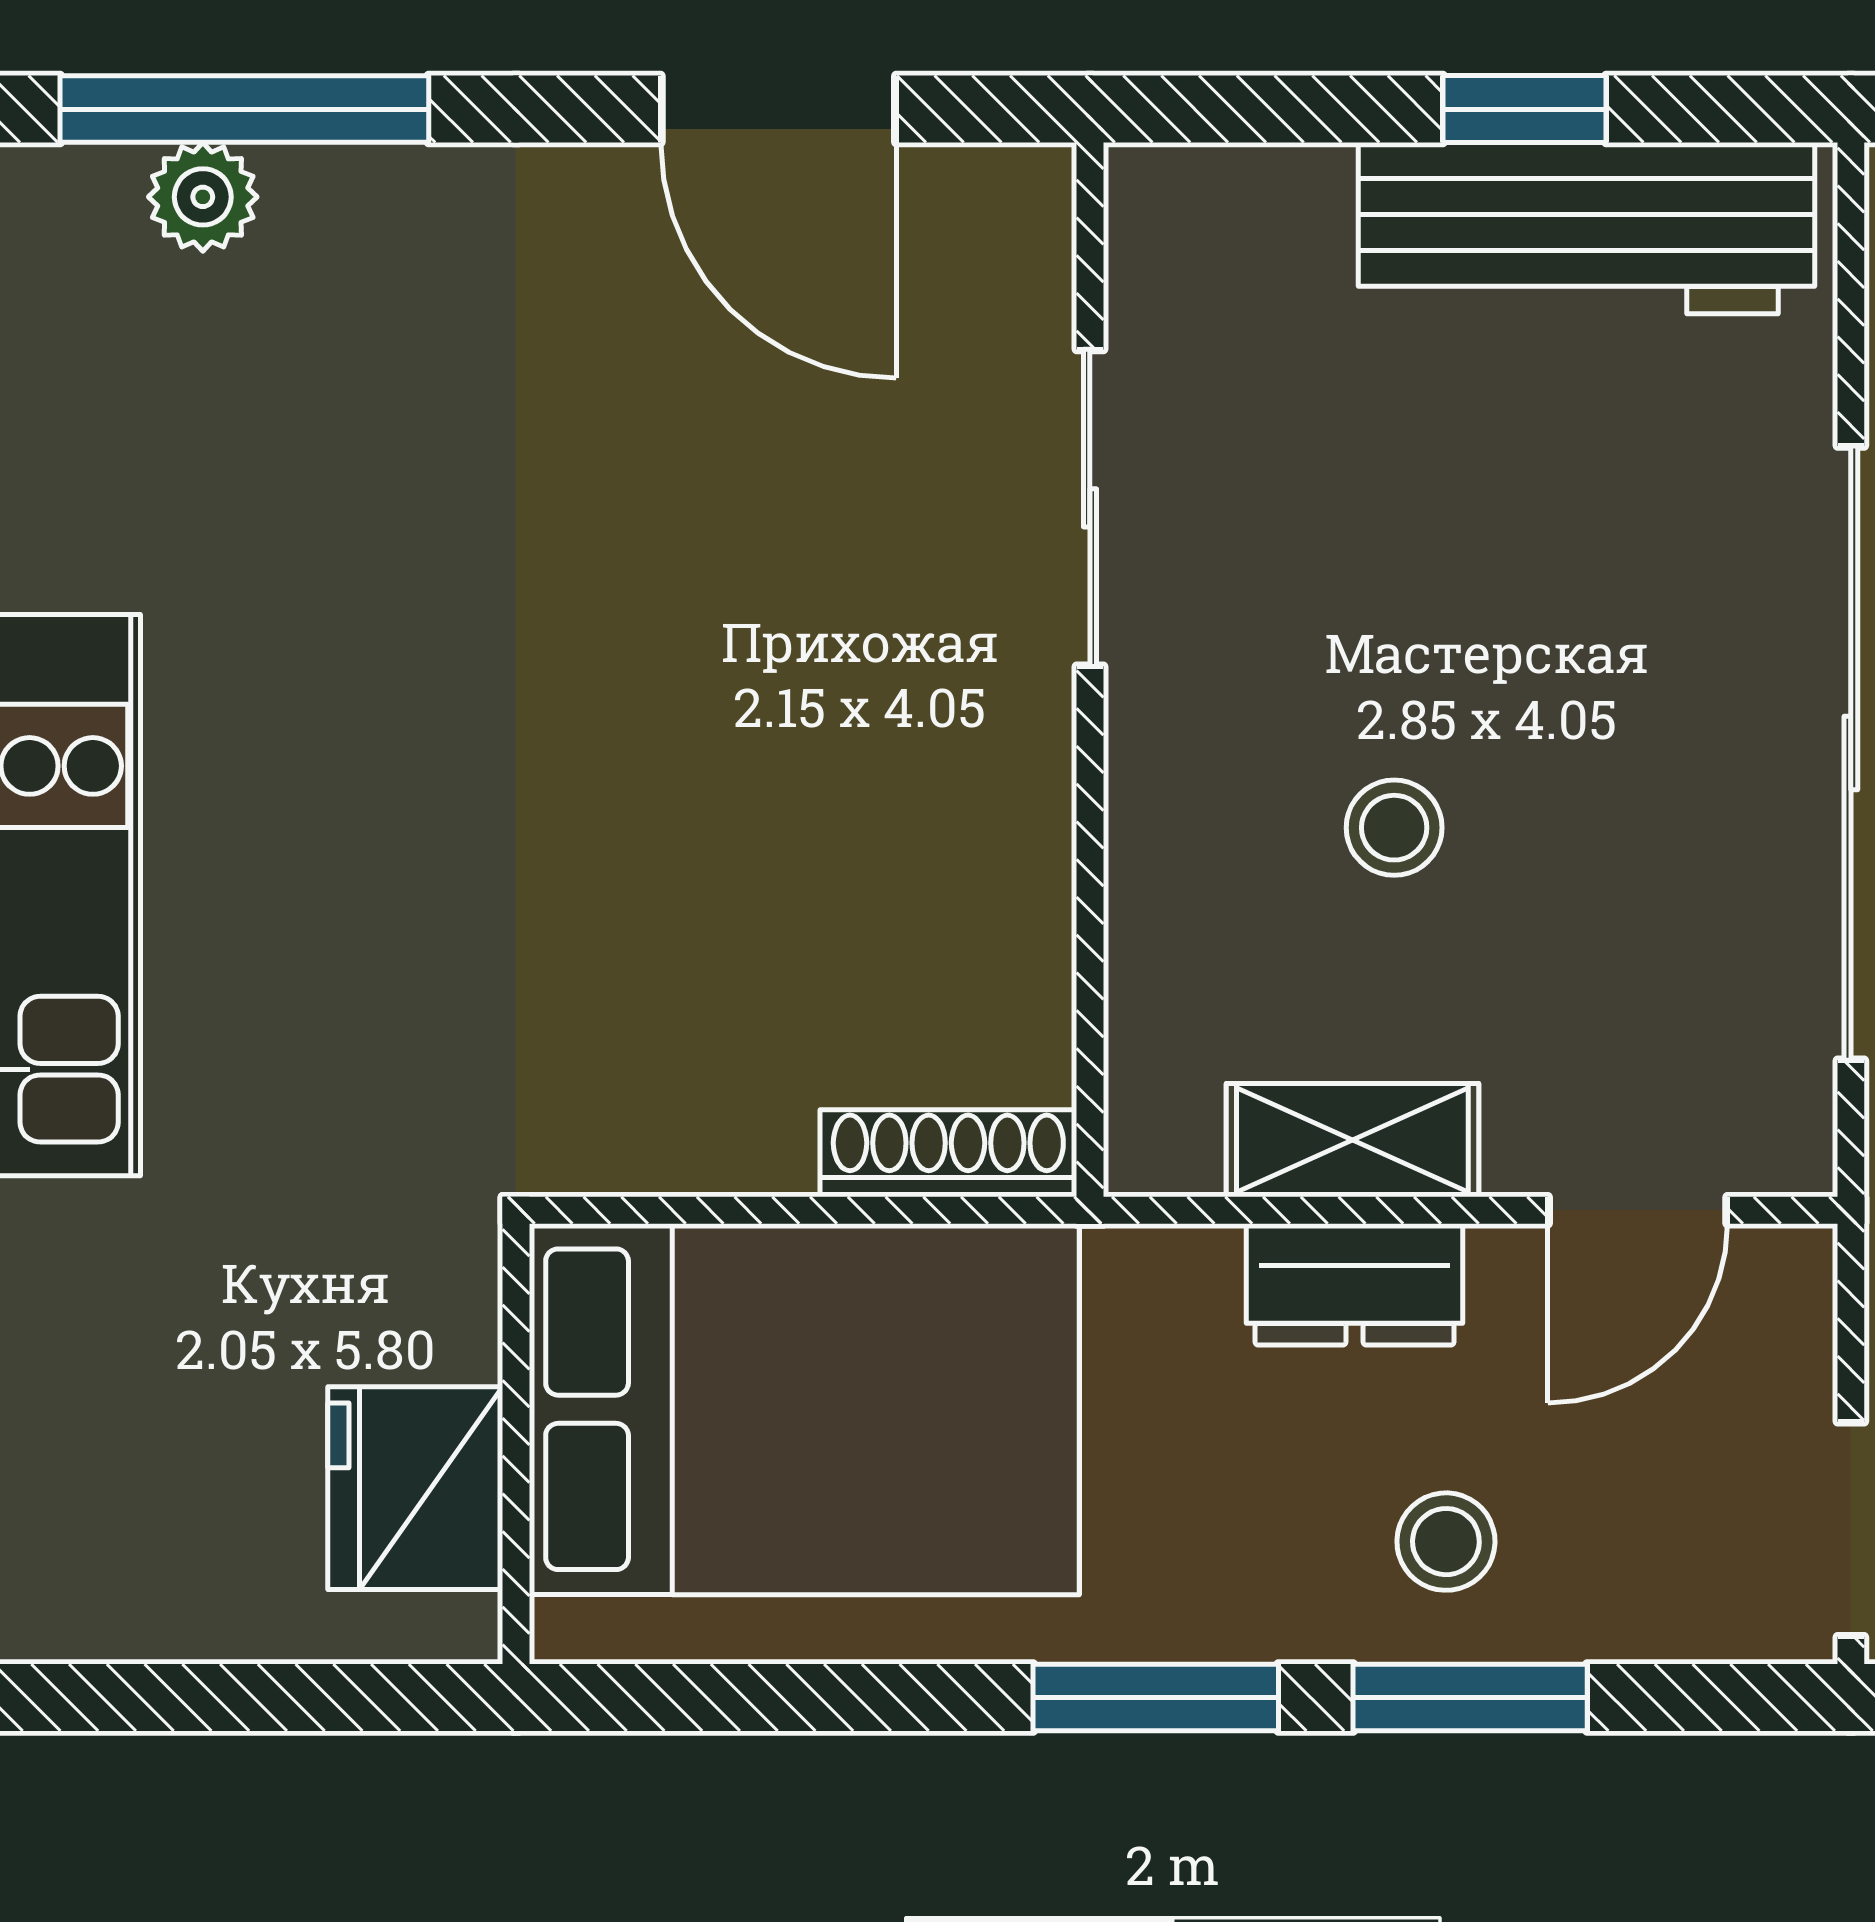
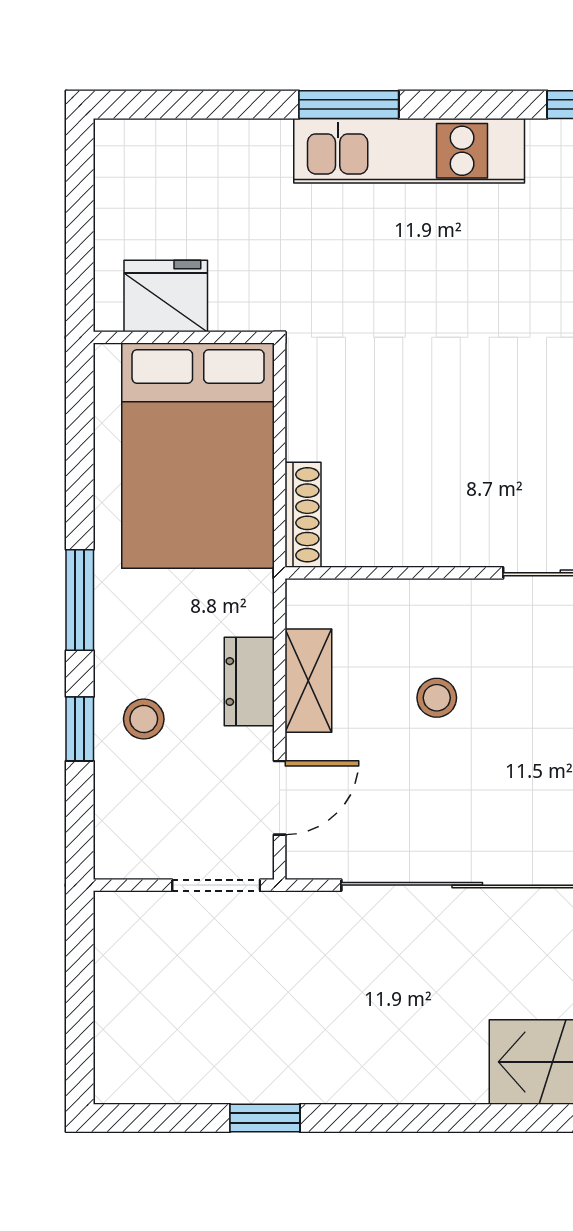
door: (1638, 1210) -> (280, 798), swing flipped
doorway: (1851, 1529) -> (216, 885), moved
window: (1470, 1698) -> (80, 729), width x0.67

